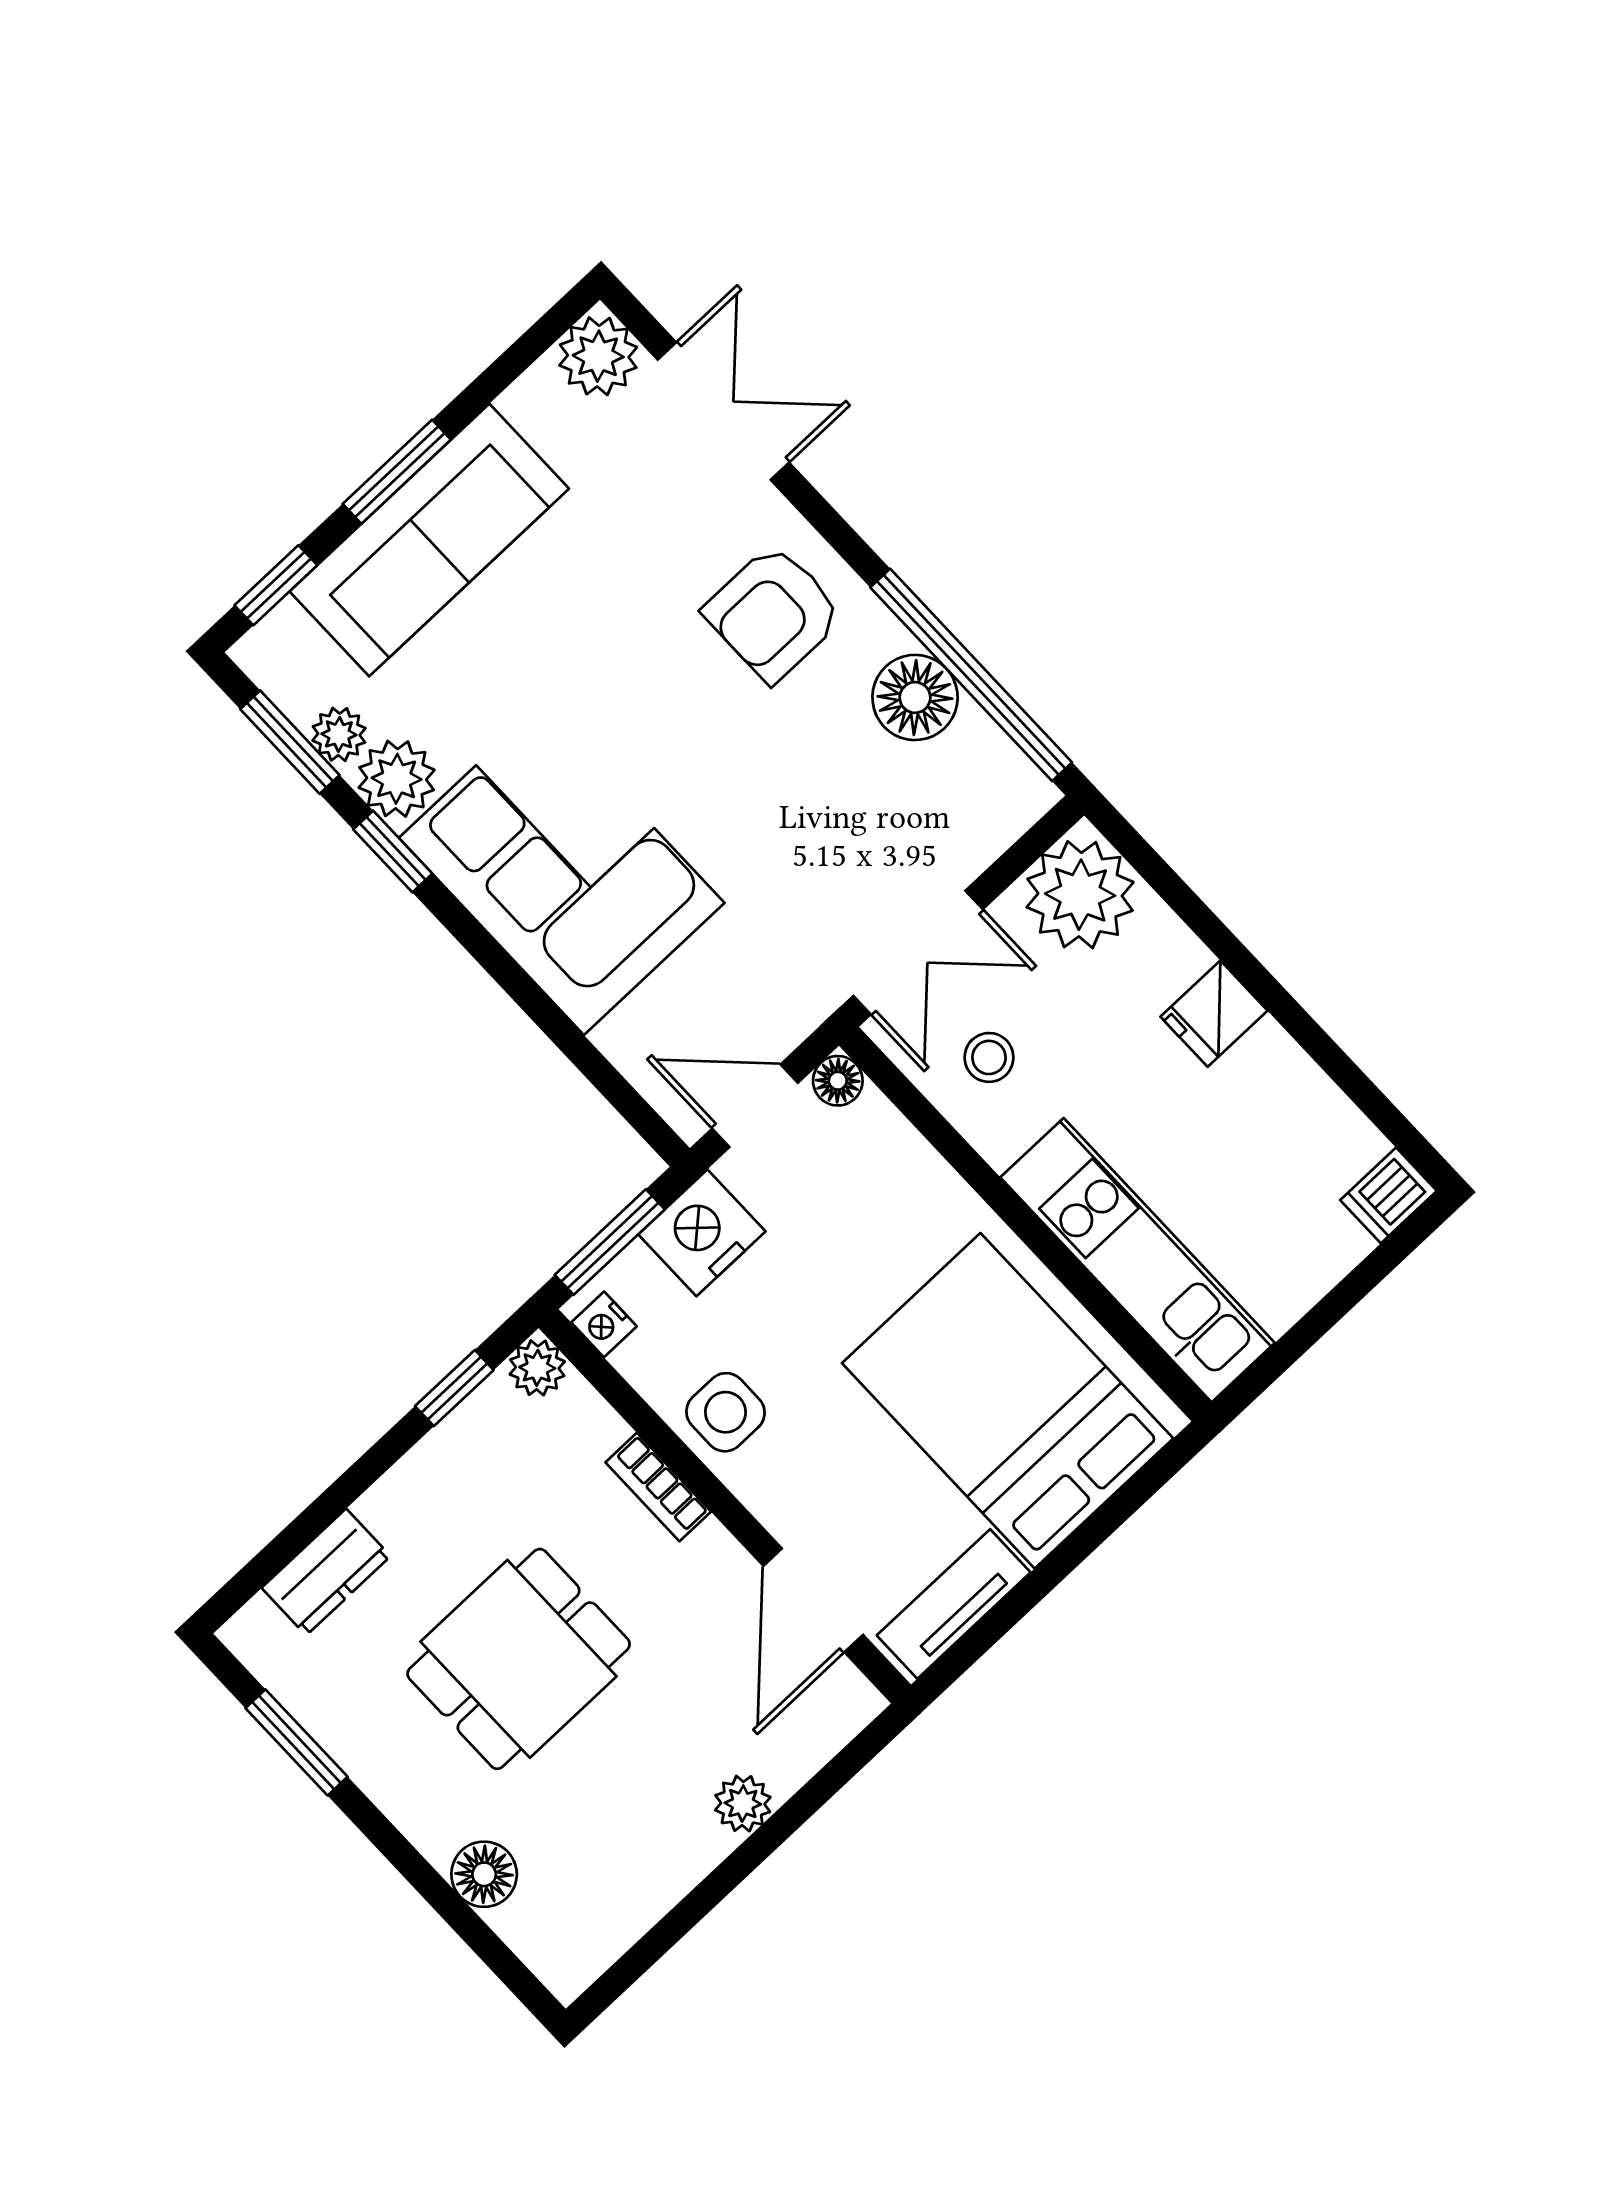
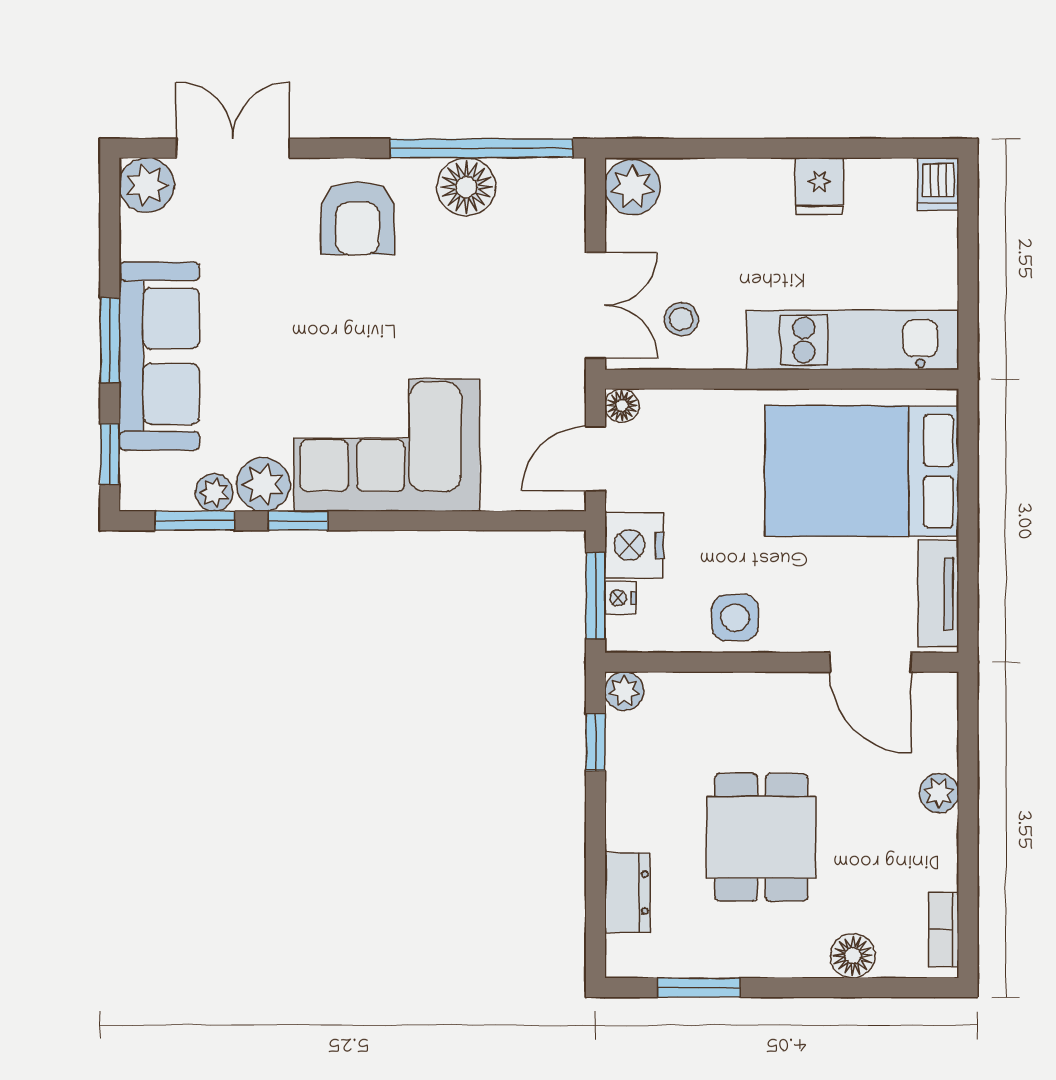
plant: (1080, 895) -> (633, 187), width x0.73, depth x0.73
fridge: (1214, 1014) -> (819, 186), moved
nightstand: (604, 1324) -> (620, 598), moved, turned 90
bookcase: (658, 1487) -> (944, 930), moved, turned 90

